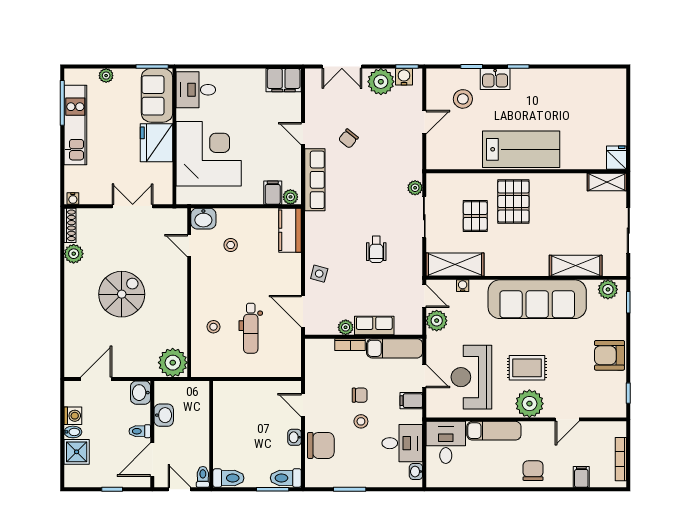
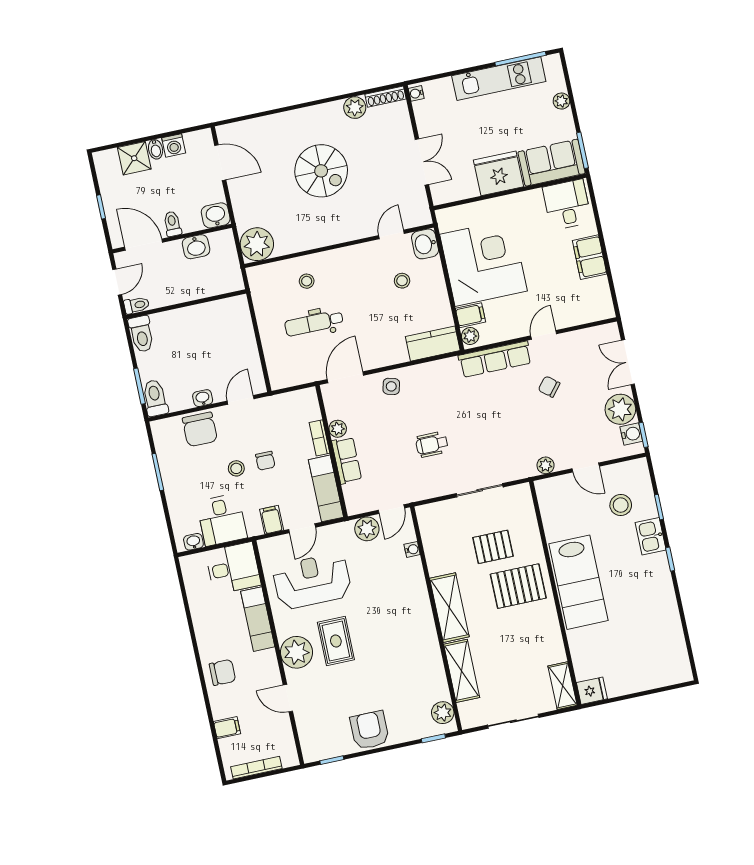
filing cabinet: (284, 80) -> (590, 257), moved
corner desk: (209, 154) -> (483, 263), moved, turned -90
plant: (415, 188) -> (546, 465), moved
shelving: (455, 265) -> (449, 608), moved
sofa: (537, 299) -> (415, 636), removed

